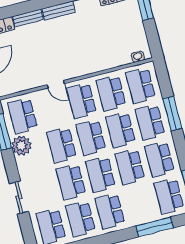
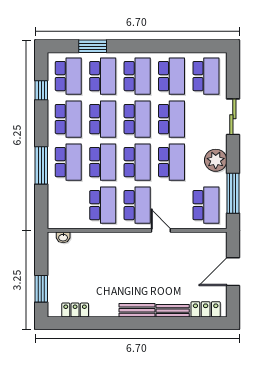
school desk: (141, 85) -> (103, 76), moved
plant: (21, 146) -> (216, 160), moved
window: (155, 227) -> (93, 46), width x0.69

